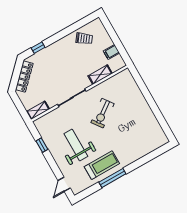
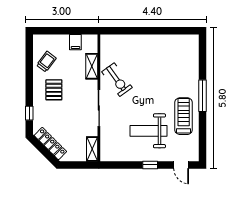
pallet: (66, 56) -> (54, 90), added
exercise bike: (103, 113) -> (117, 80), moved
window: (42, 145) -> (150, 165), moved
window: (112, 178) -> (203, 96), moved

